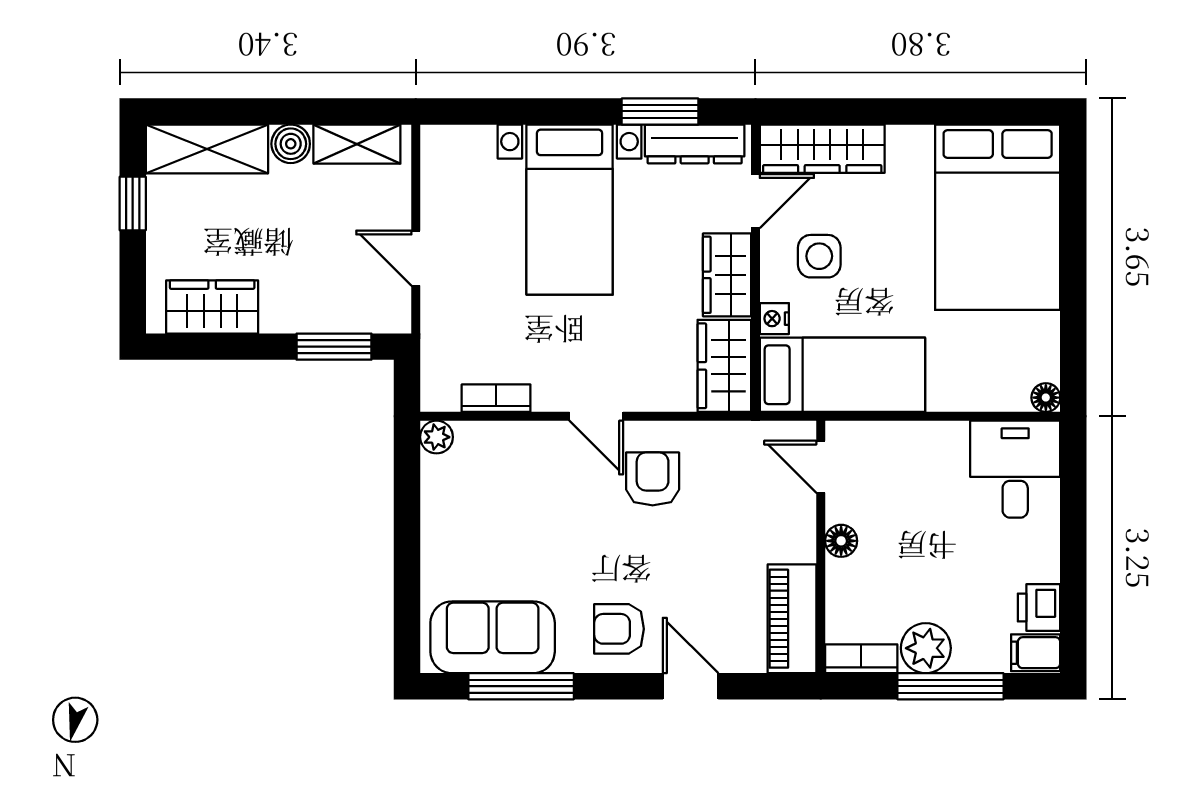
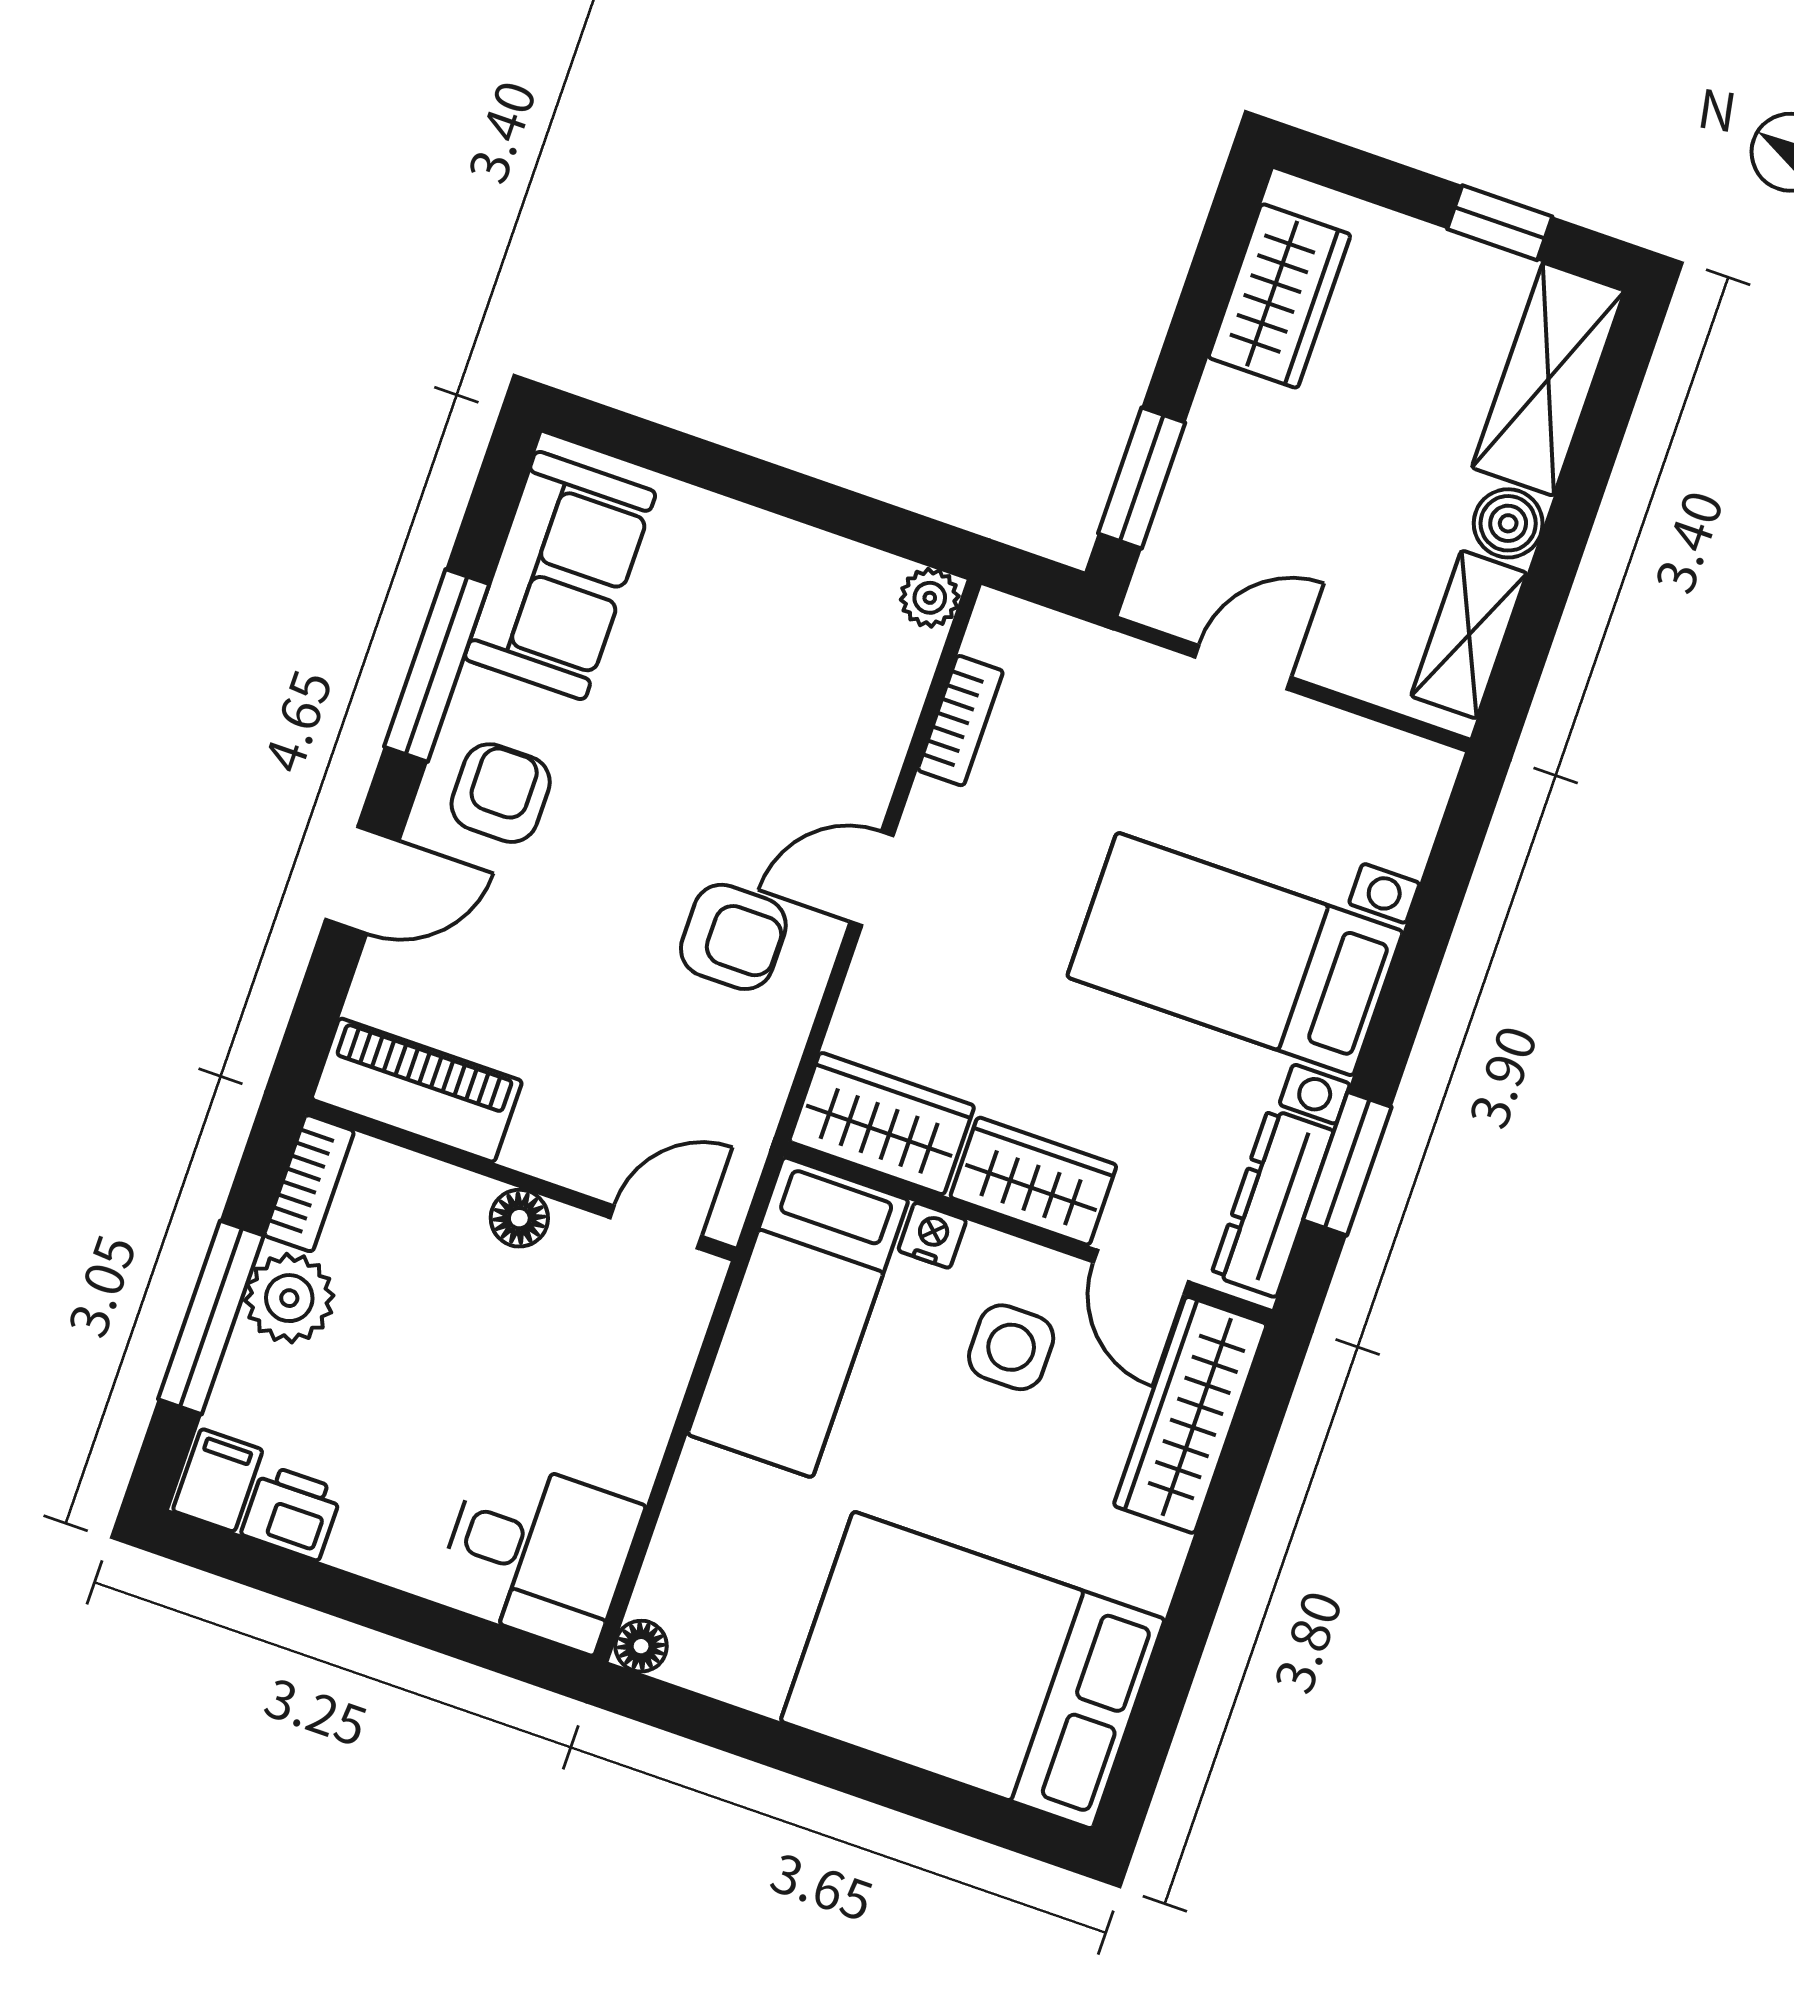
window: (521, 686) -> (437, 665), moved

